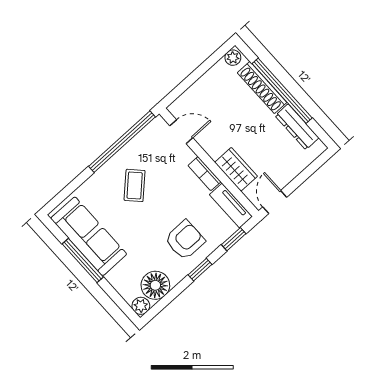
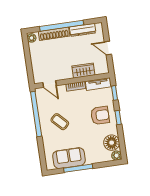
door: (181, 132) -> (50, 84), swing flipped
door: (275, 202) -> (108, 48), moved
sofa: (89, 236) -> (69, 158), width x0.73
armchair: (185, 240) -> (100, 115), turned 90

